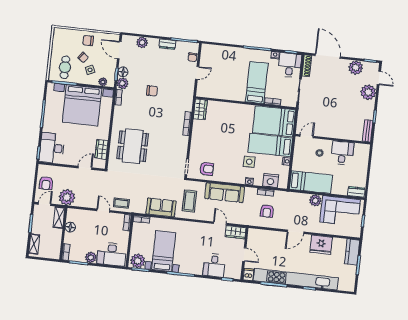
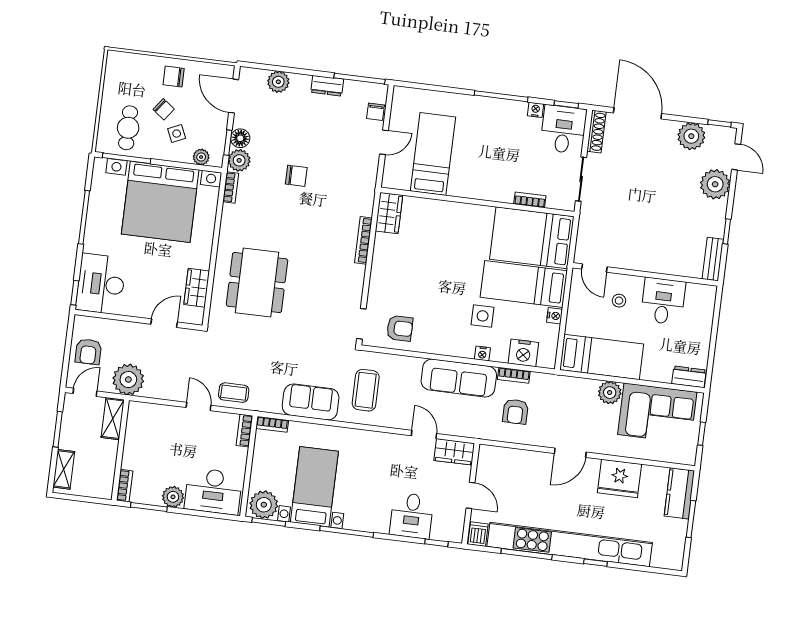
bed: (257, 82) -> (433, 154), moved
door: (307, 136) -> (594, 268), swing flipped
sofa: (225, 193) -> (459, 378), moved
floor lamp: (70, 227) -> (134, 438), removed

